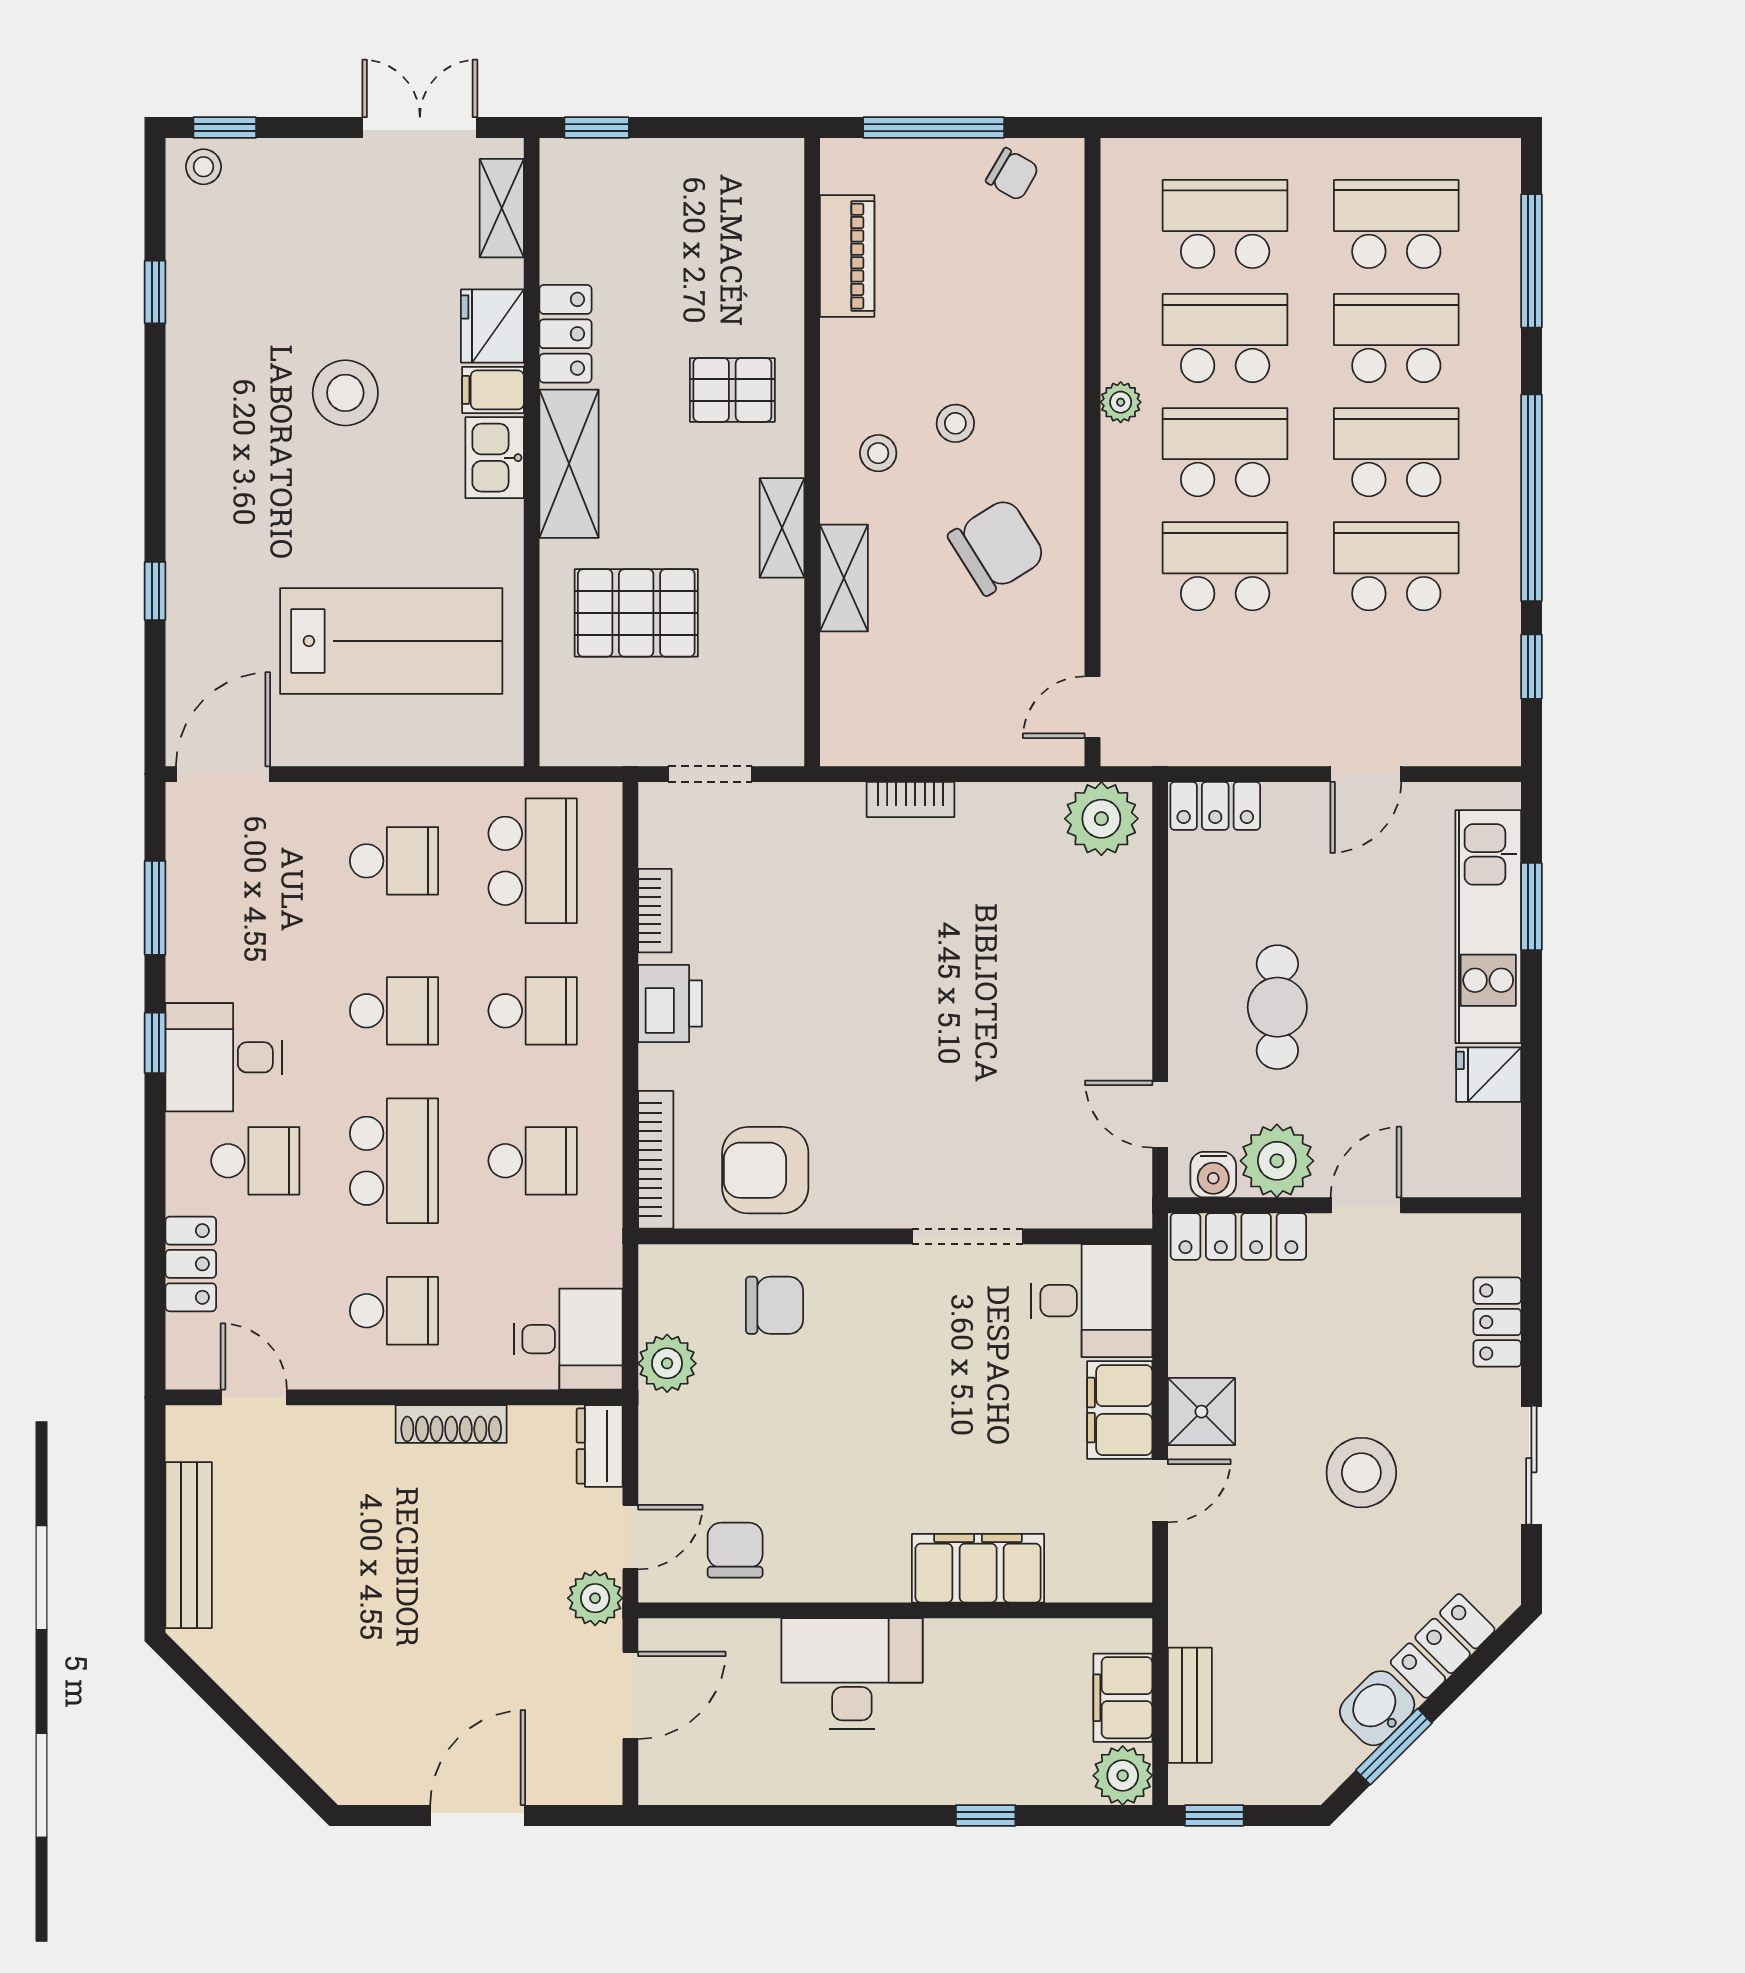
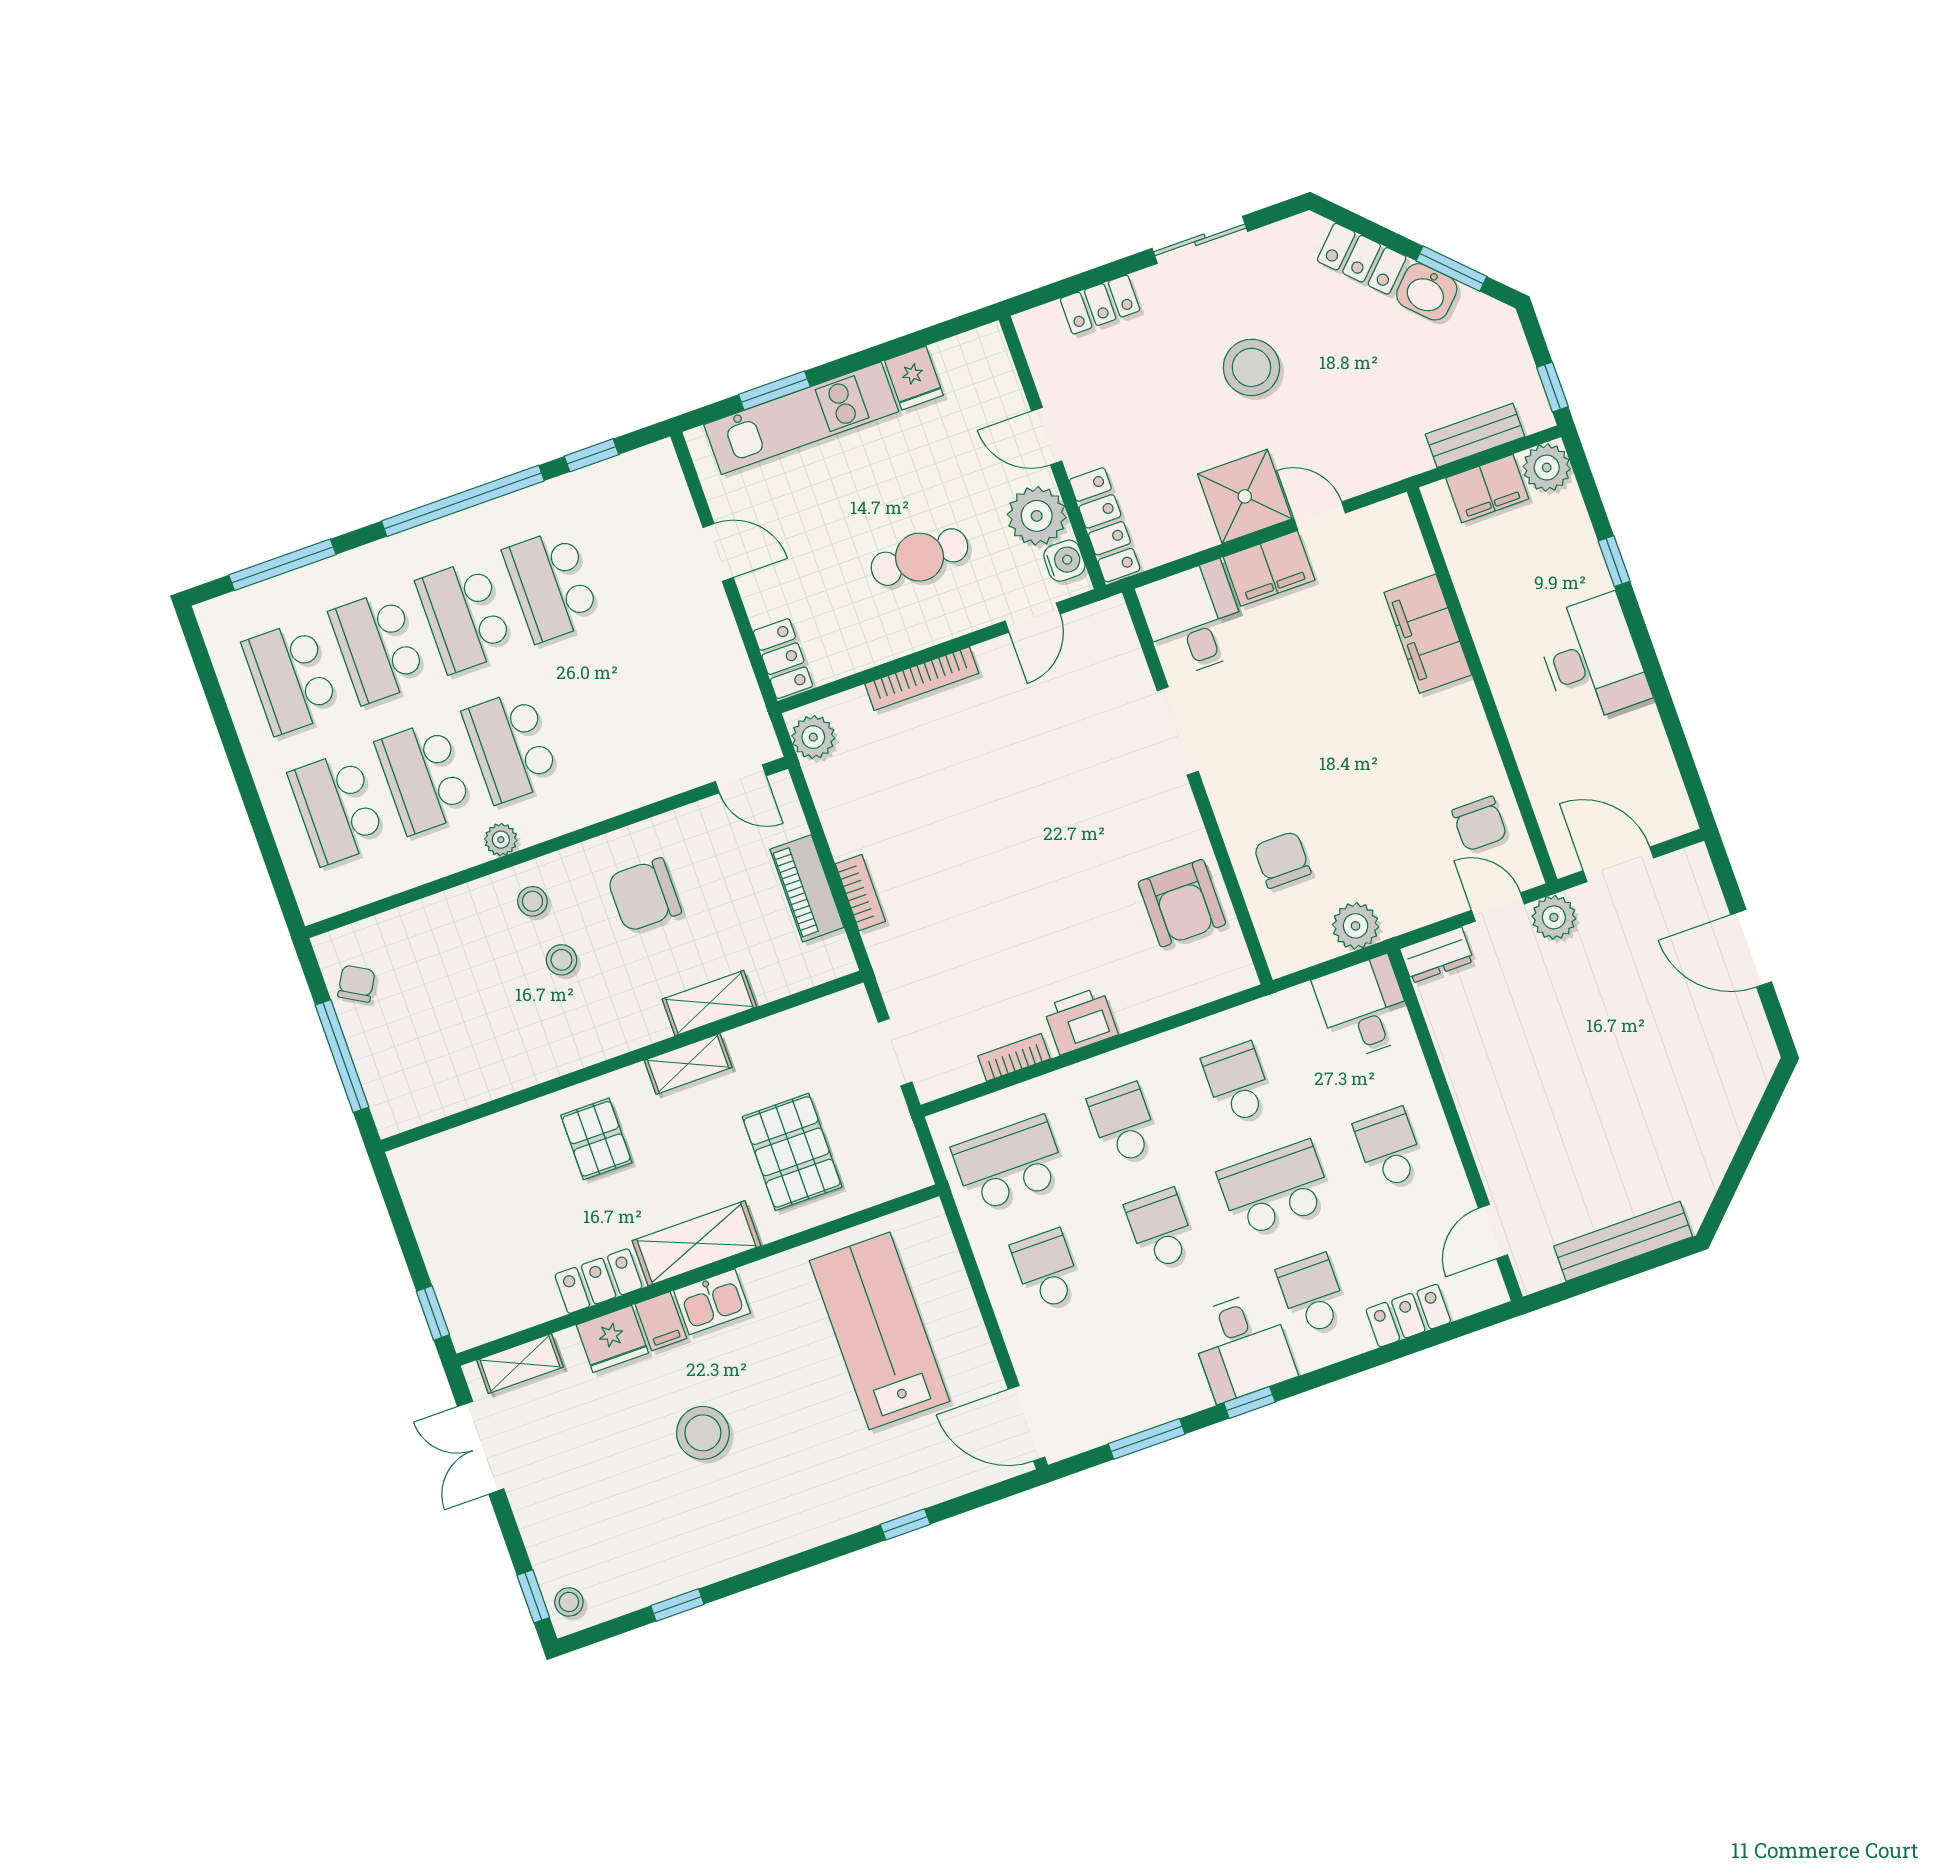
piano: (847, 256) -> (807, 888), moved, turned -90
stool: (878, 453) -> (532, 901), moved
chair: (997, 547) -> (644, 895), turned -58
school desk: (1225, 566) -> (598, 716), removed
plant: (1101, 819) -> (813, 737), width x0.73, depth x0.73
bookcase: (656, 1160) -> (922, 679), moved, turned 180
shower: (1201, 1412) -> (1245, 496), width x1.36, depth x1.36
shoe rack: (451, 1424) -> (1460, 1074), removed
chair: (735, 1550) -> (1480, 824), turned -90
desk: (852, 1674) -> (1592, 659), moved, turned 180

